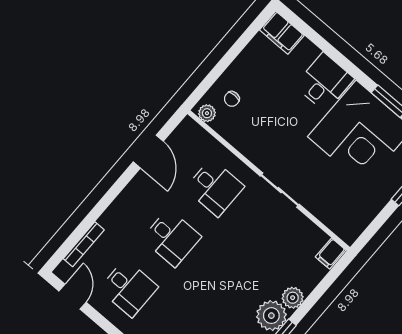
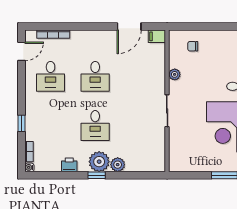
plant: (207, 113) -> (175, 74), moved
desk: (215, 188) -> (95, 125), moved
filing cabinet: (331, 254) -> (157, 36), moved

